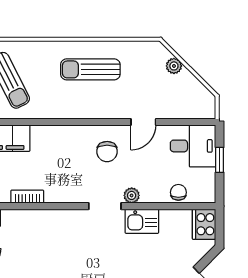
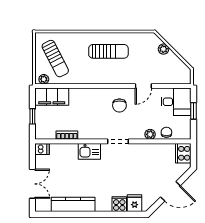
sun lounger: (90, 69) -> (108, 51), turned 180
plant: (132, 195) -> (150, 134), moved
kitchen sink: (142, 221) -> (89, 151), moved

